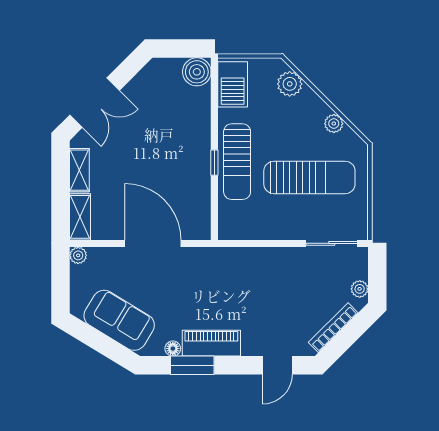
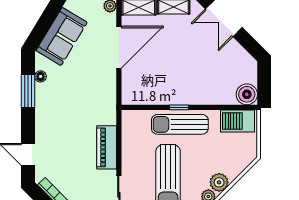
plant: (290, 84) -> (219, 182), moved
door: (153, 243) -> (119, 47), moved
piano: (211, 343) -> (107, 147), moved, turned 180

